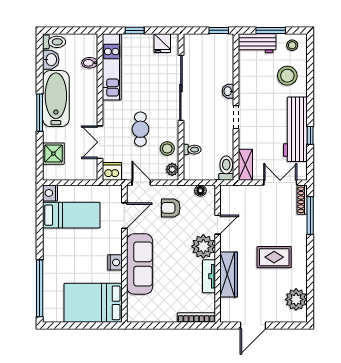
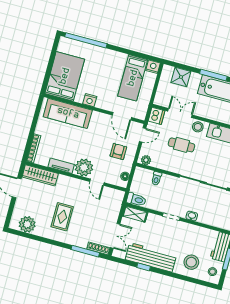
stool: (167, 149) -> (198, 127), moved
sofa: (140, 264) -> (68, 113), moved
wardrobe: (229, 274) -> (40, 175), moved

